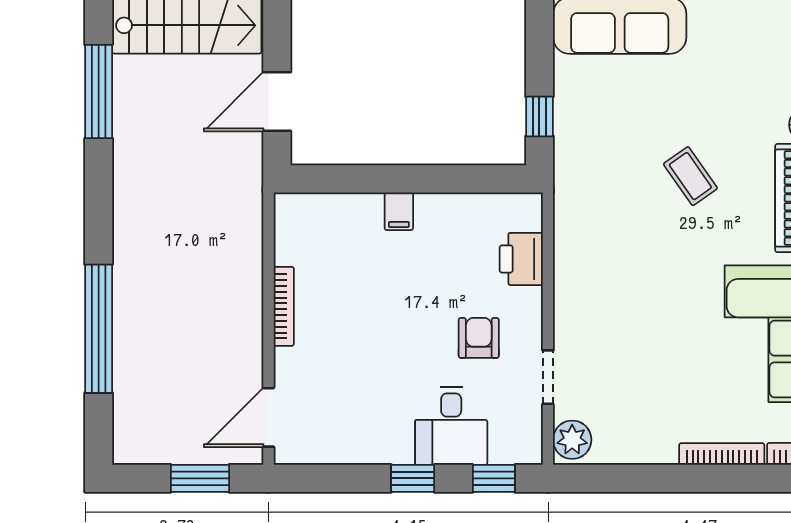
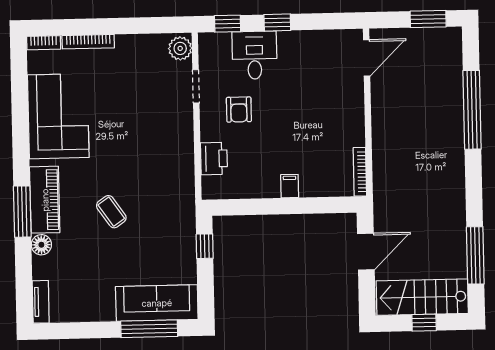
bookcase: (284, 306) -> (360, 172), moved
window: (200, 478) -> (428, 19), moved

